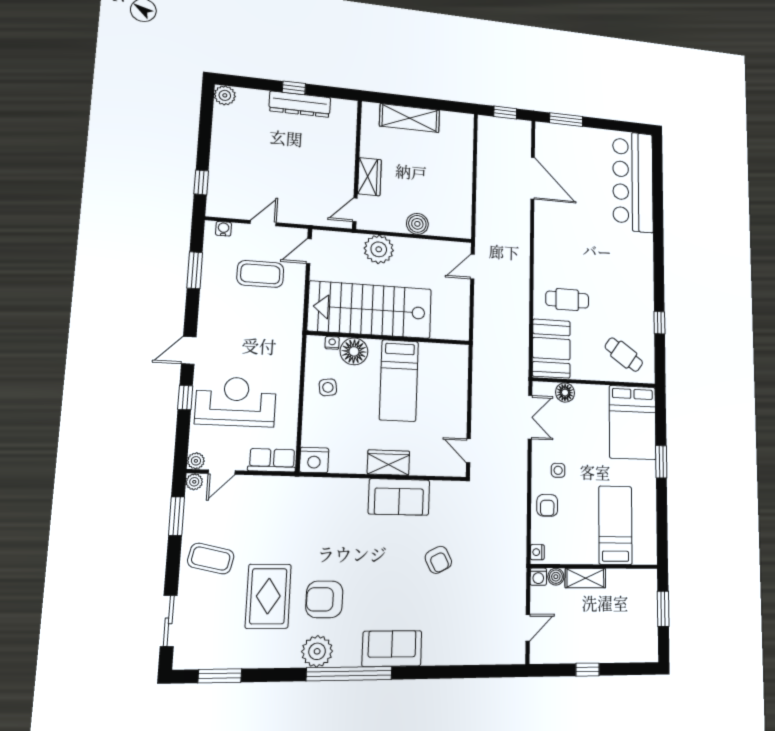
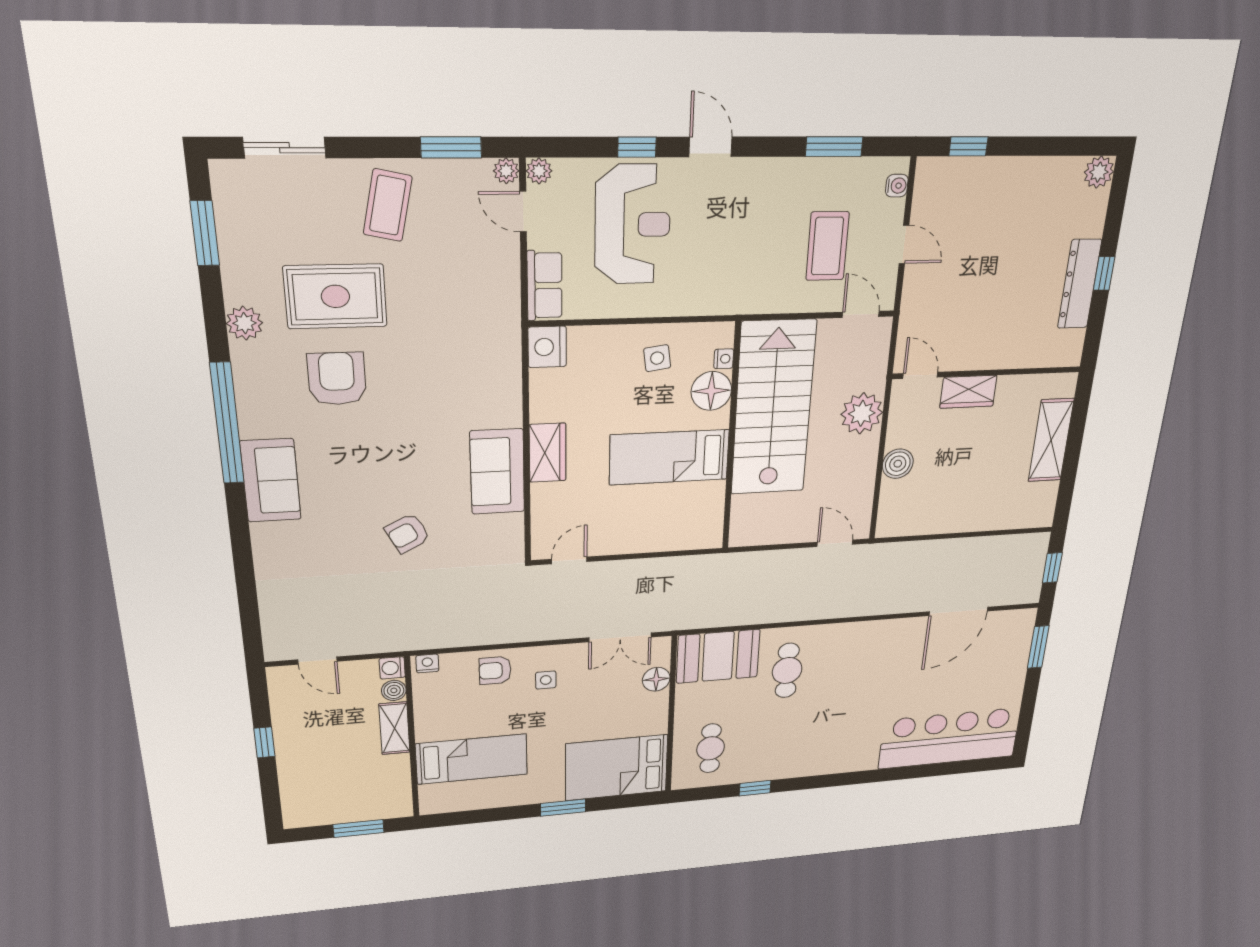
cafe table: (624, 355) -> (711, 748), turned -35
plant: (317, 651) -> (245, 323), moved, width x0.73, depth x0.73

